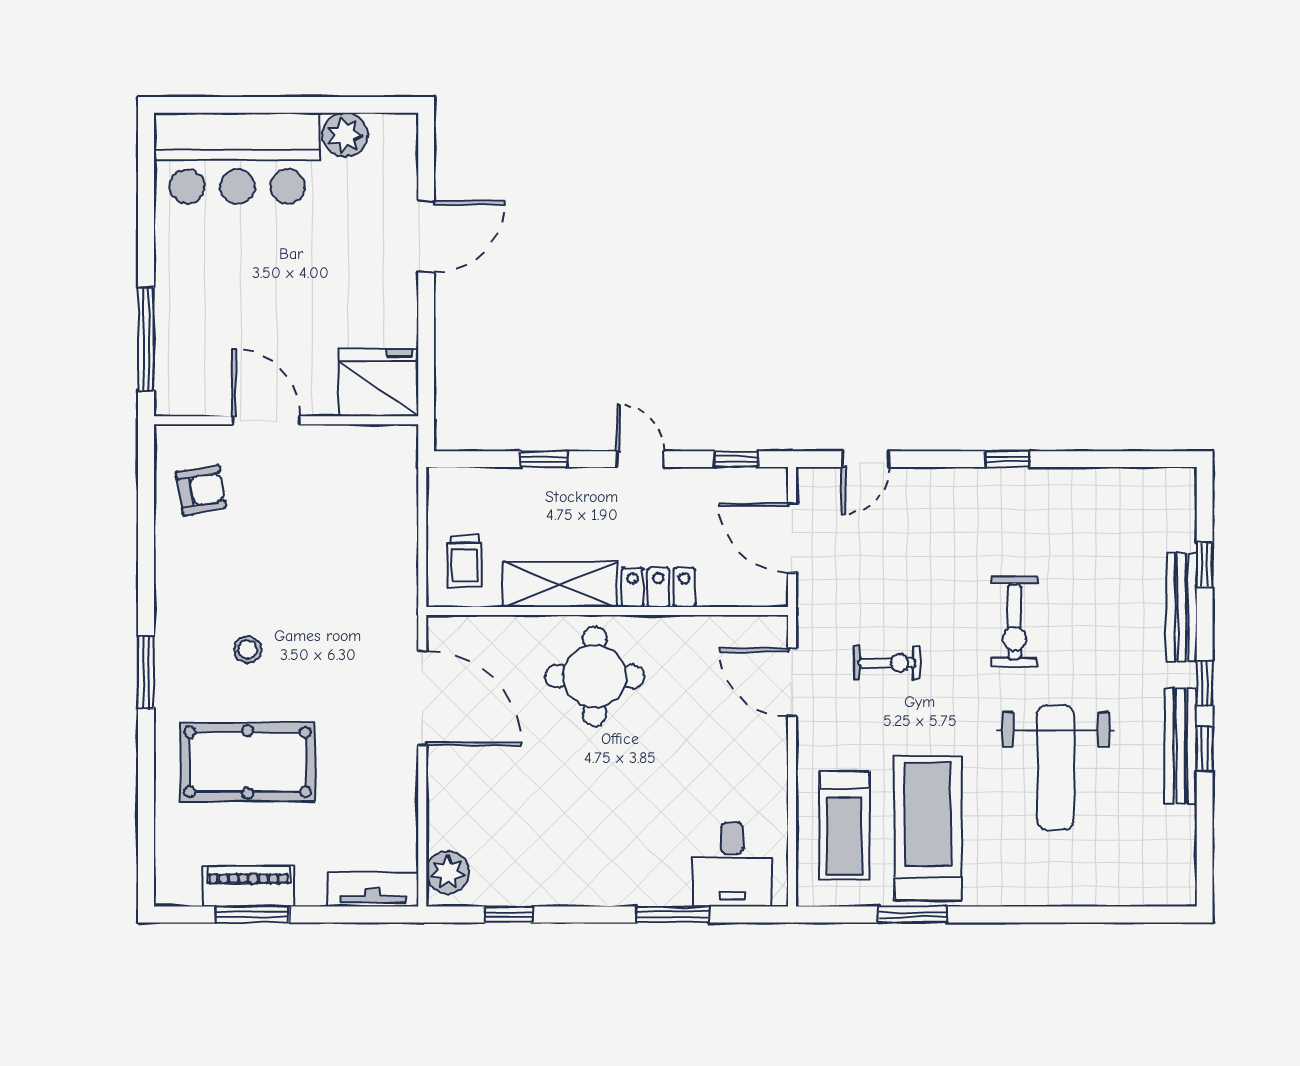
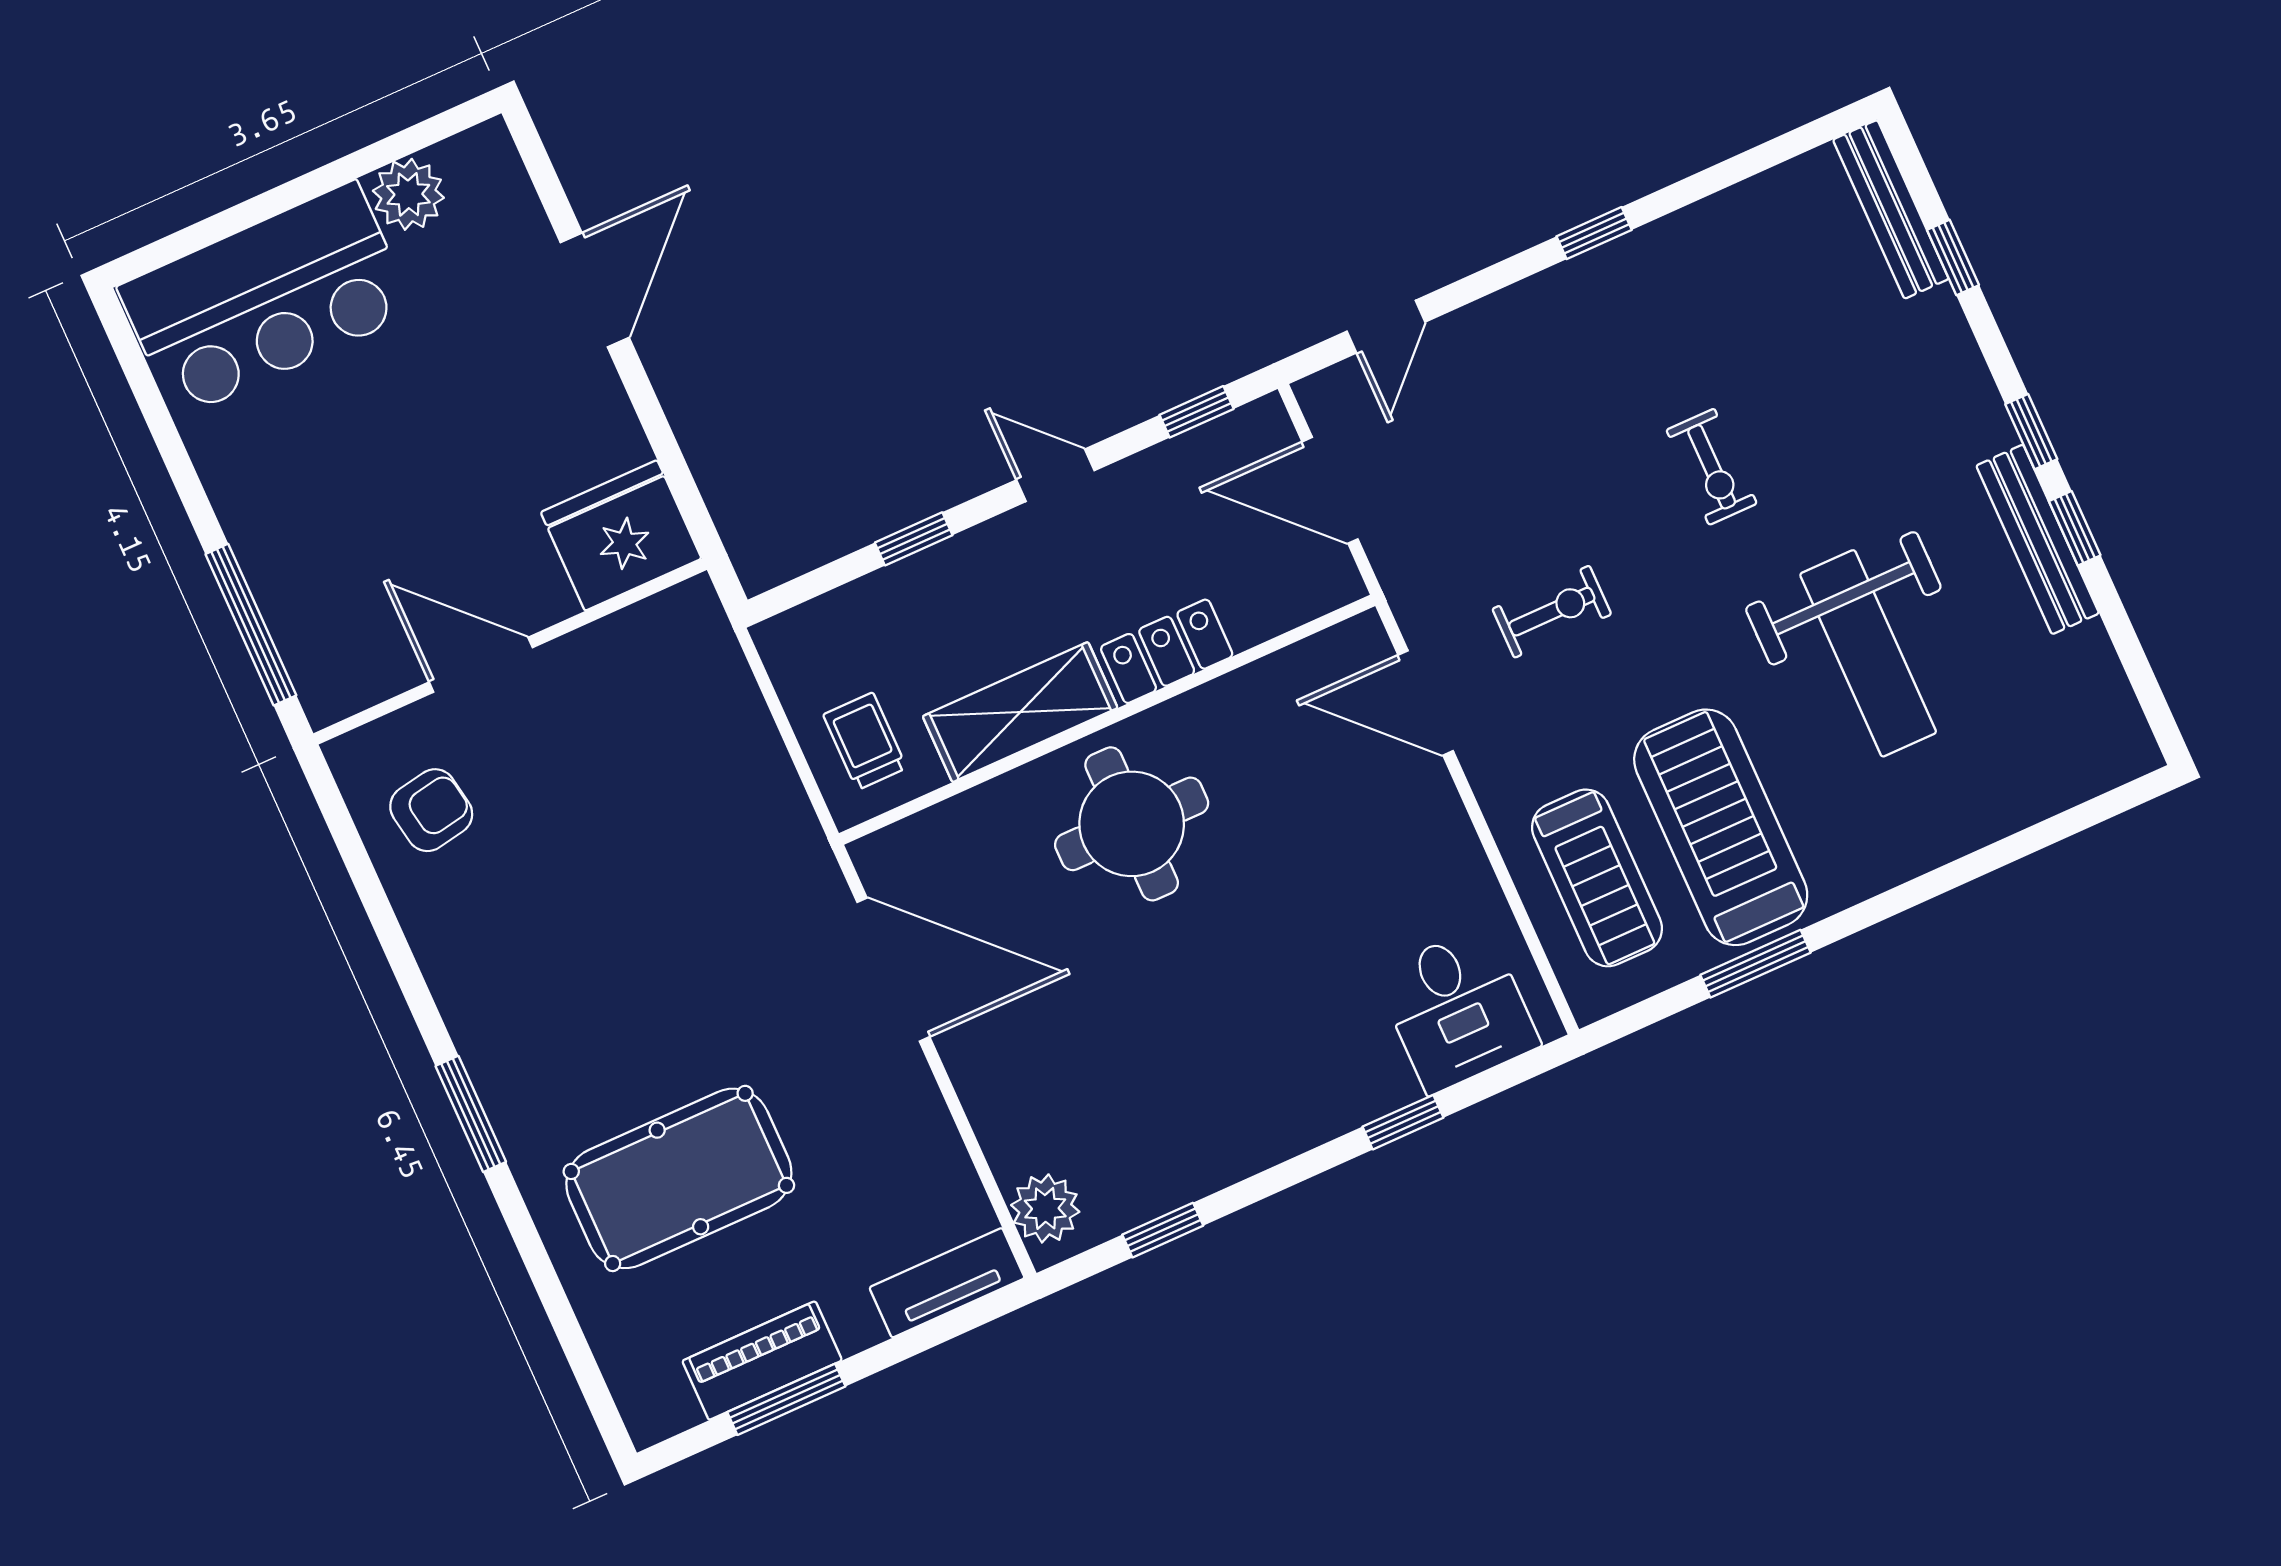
trolley: (464, 561) -> (865, 741), turned 180
bench: (1182, 607) -> (1891, 209), moved
exercise bike: (1014, 622) -> (1712, 467), width x0.73, depth x0.72
stool: (248, 650) -> (605, 1013), removed
window: (672, 915) -> (1403, 1122), width x0.67

